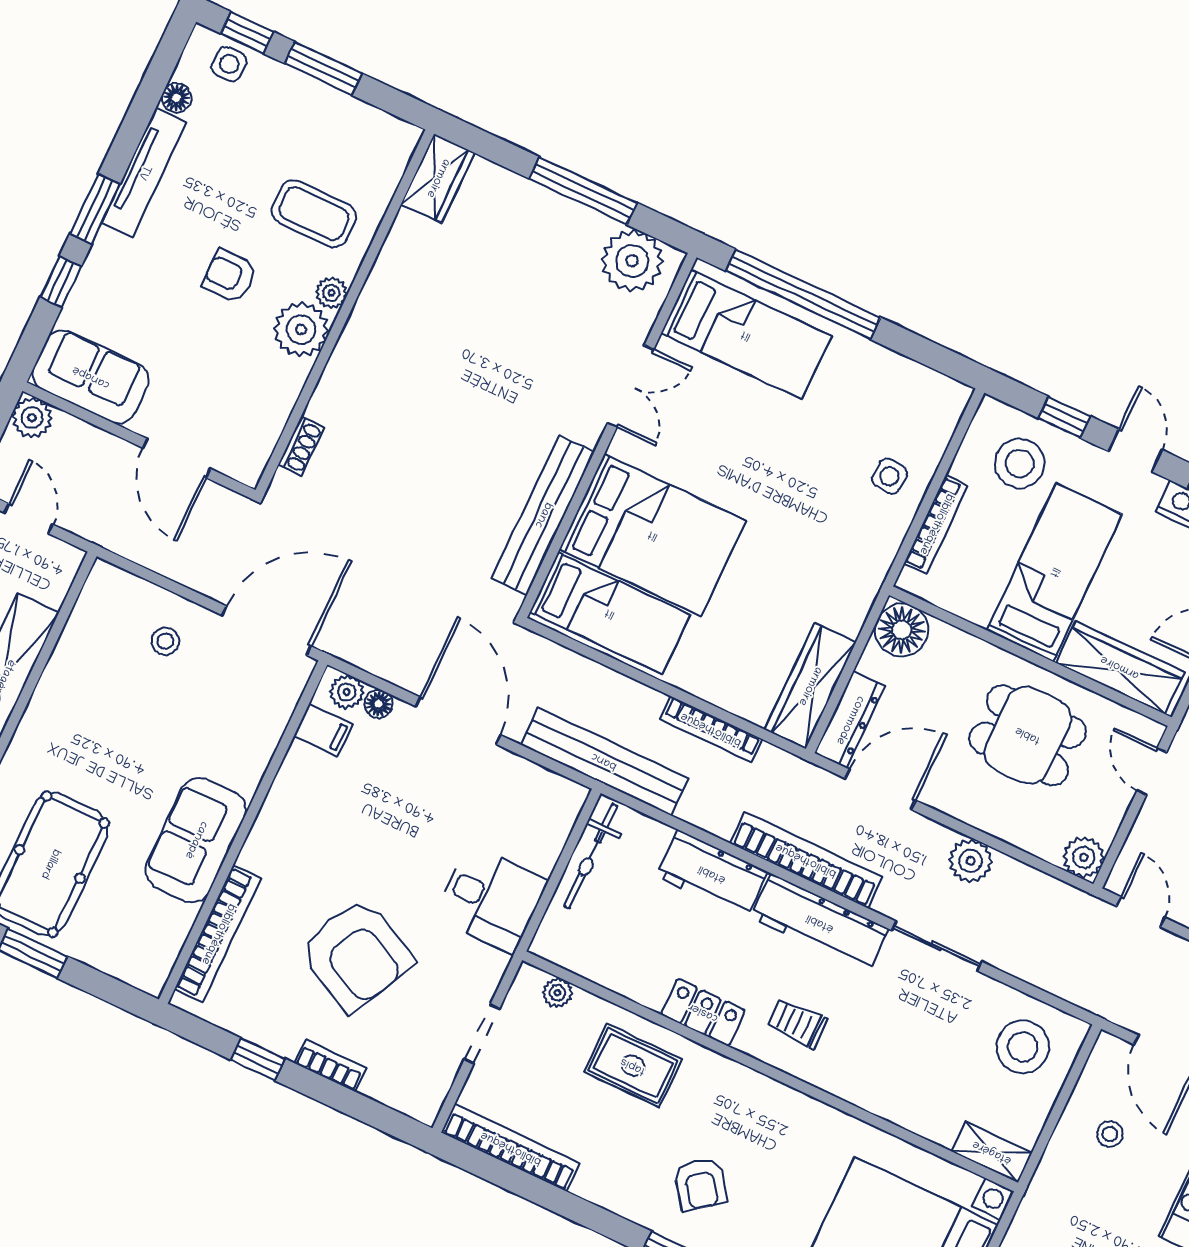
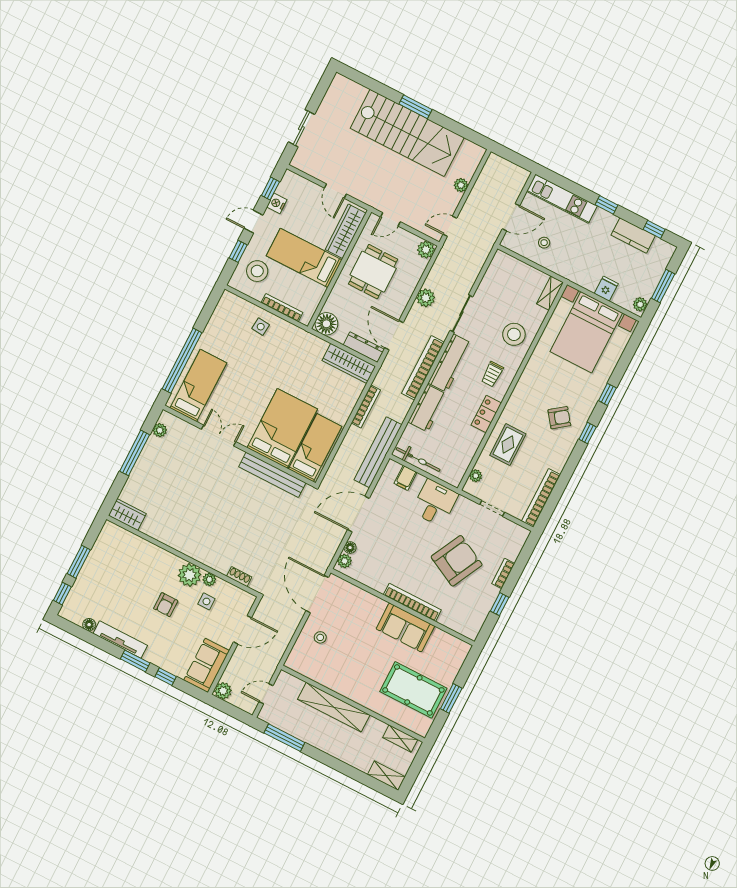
side table: (229, 64) -> (206, 601), moved
coffee table: (314, 214) -> (140, 568), removed
plant: (632, 261) -> (160, 430), width x0.53, depth x0.53
plant: (331, 293) -> (209, 579), moved
filing cabinet: (323, 730) -> (406, 478), moved, turned 180
bookcase: (218, 934) -> (412, 602), moved
stool: (1023, 1047) -> (514, 334), moved

